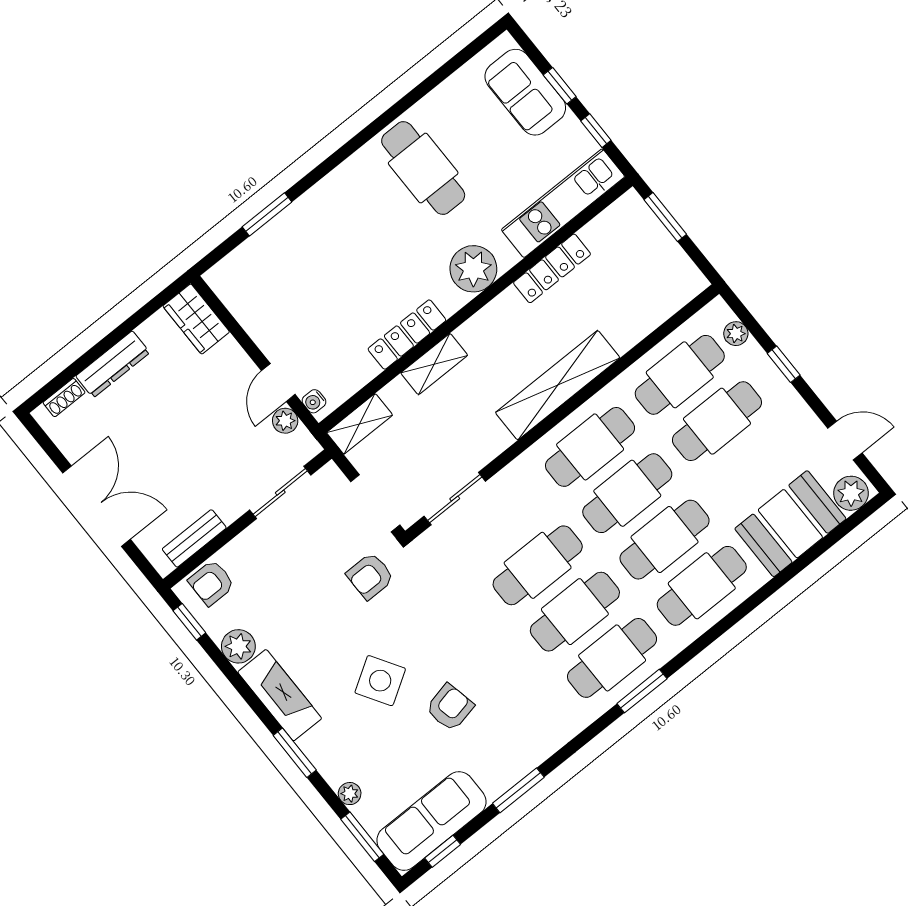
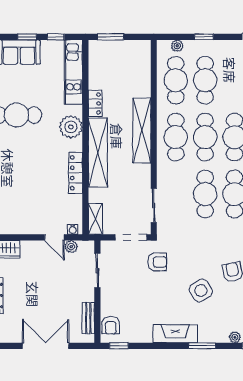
locker: (552, 268) -> (95, 103), width x0.66
shelving: (434, 364) -> (98, 153), width x2.20, depth x1.33
armchair: (370, 576) -> (157, 262), turned -90
plant: (238, 646) -> (144, 335), removed

